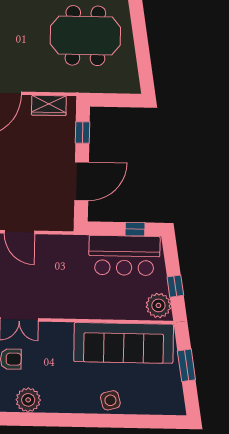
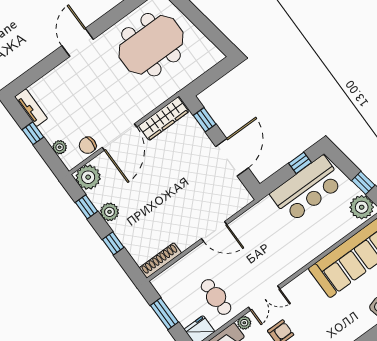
wardrobe: (49, 105) -> (164, 119), width x1.50

